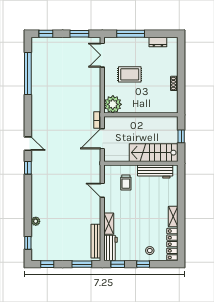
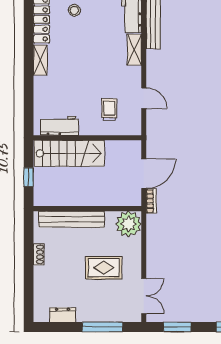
bench: (152, 108) -> (71, 219), added
workbench: (155, 172) -> (60, 126), width x0.73

